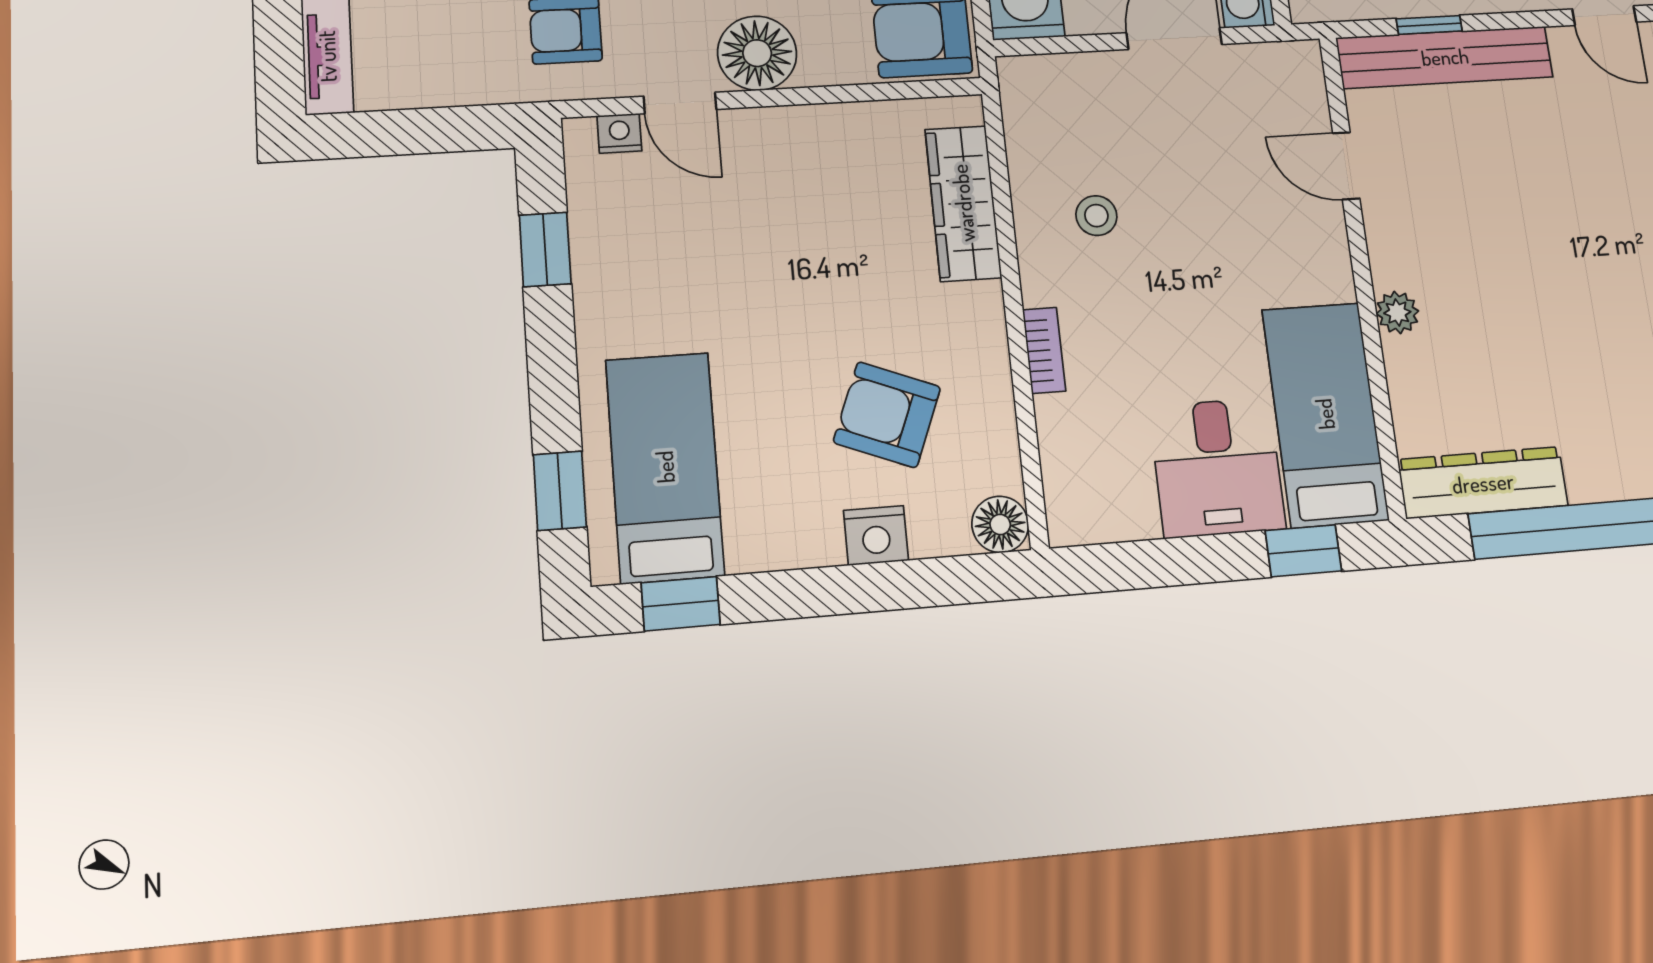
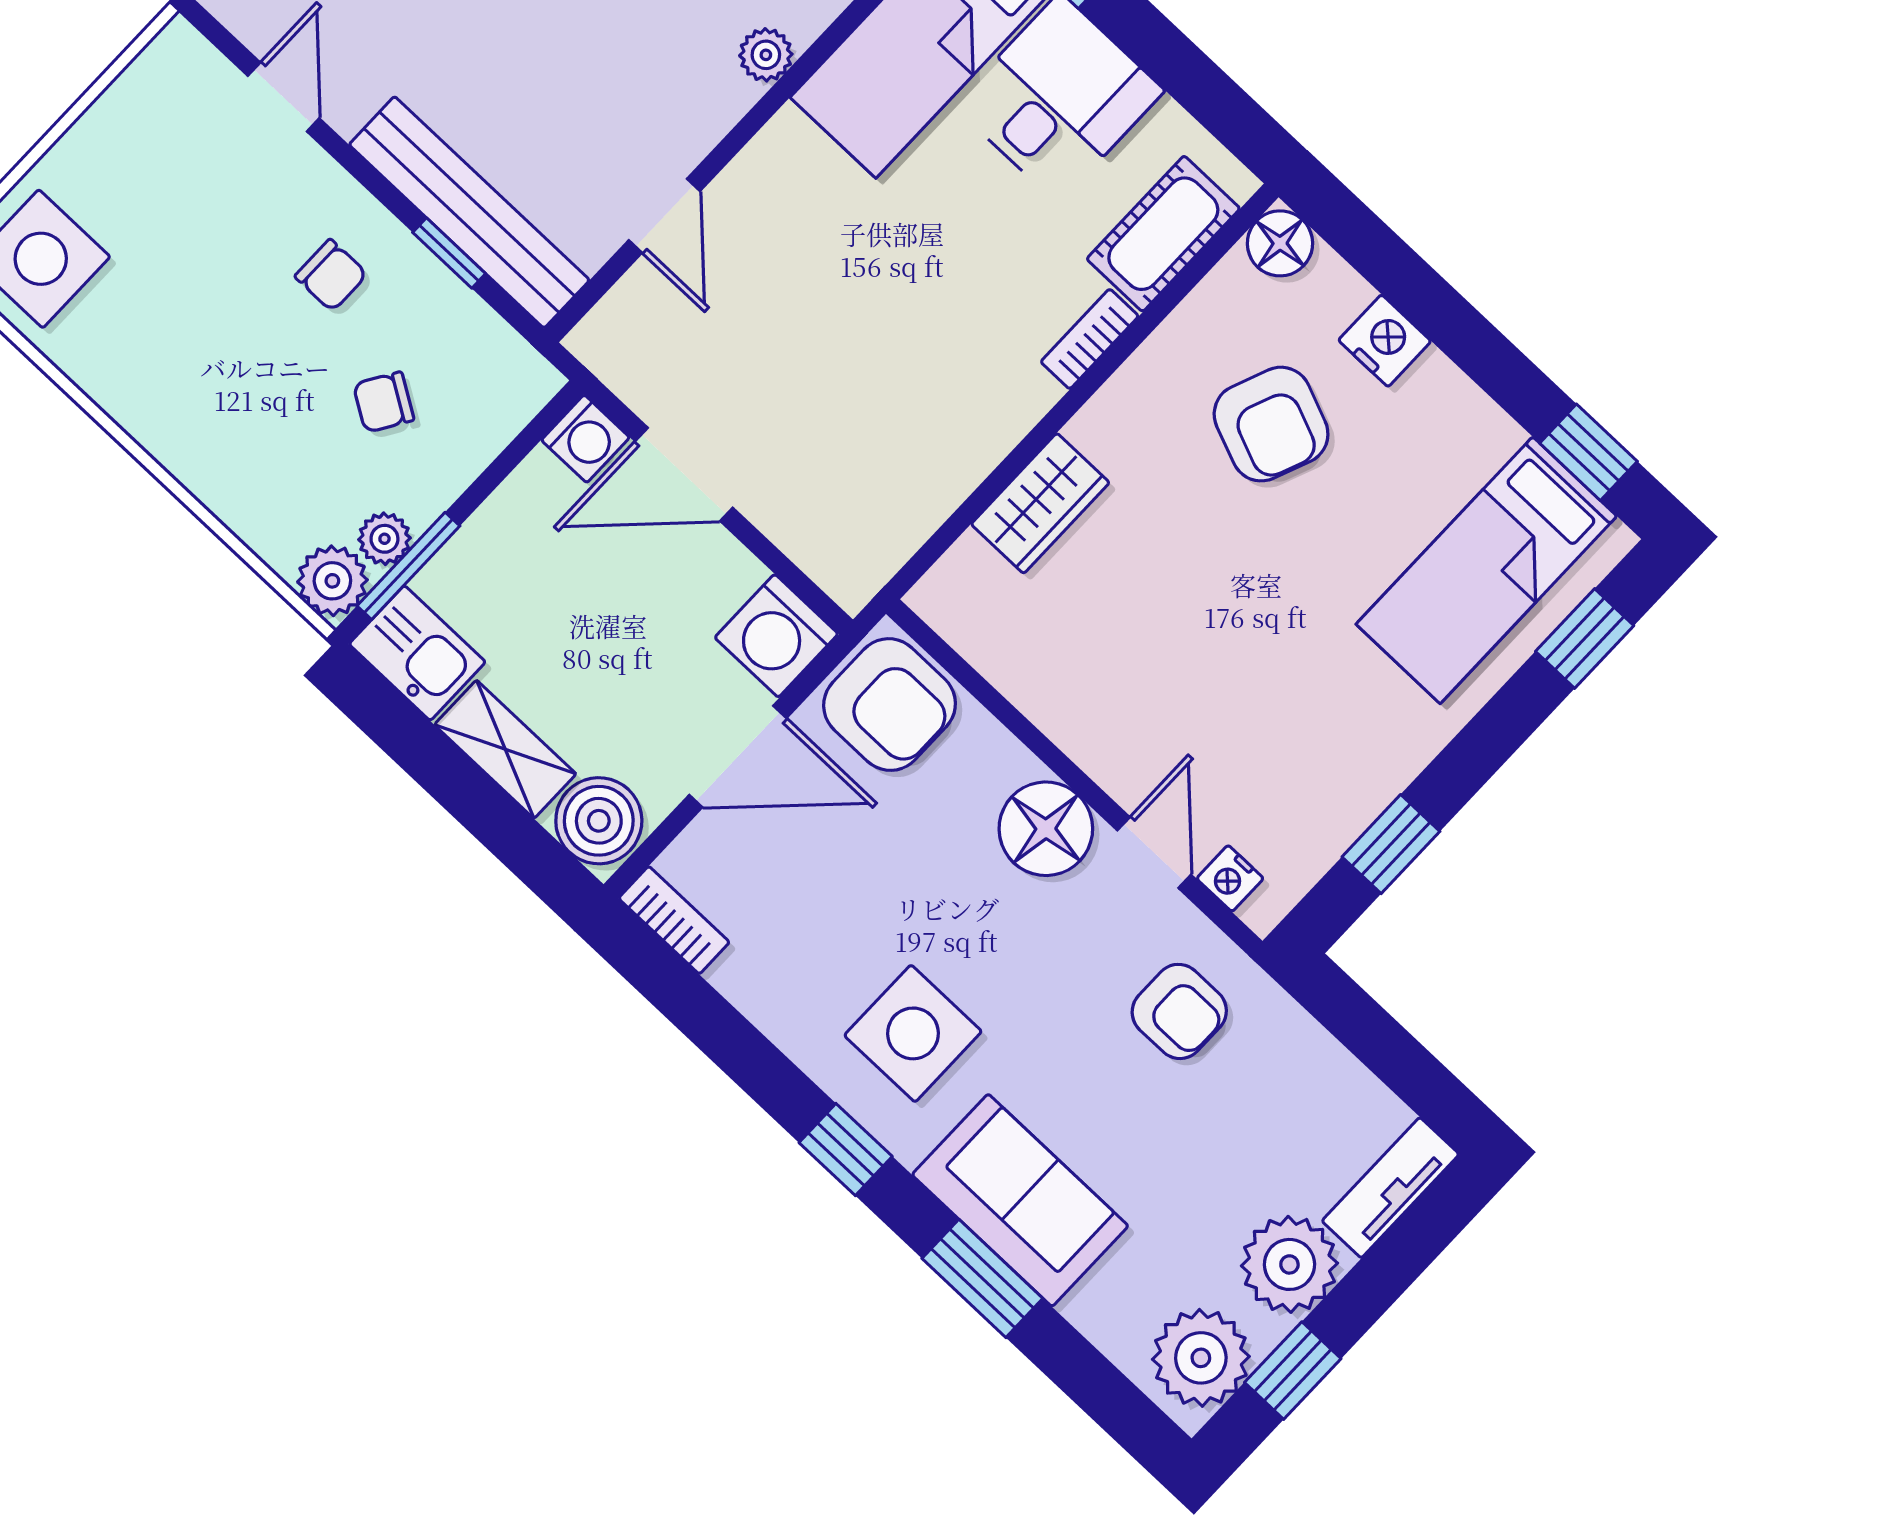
wardrobe: (963, 203) -> (1040, 503), width x0.67
stool: (1096, 216) -> (922, 400), removed
cot: (1072, 456) -> (1163, 234), added

